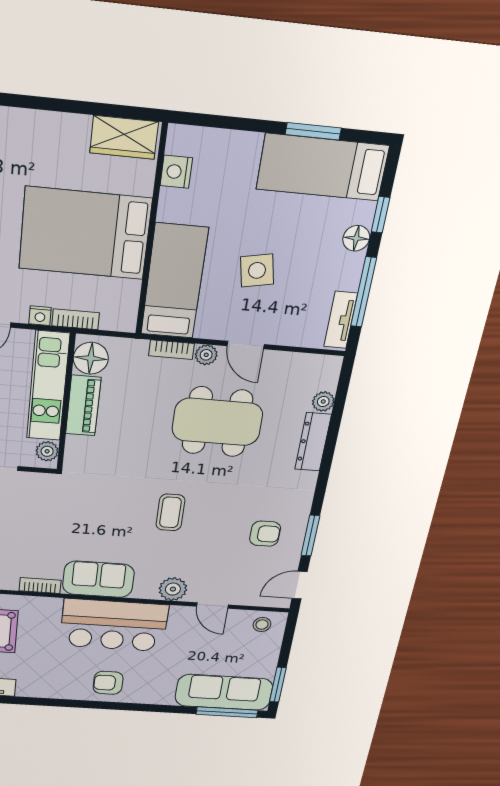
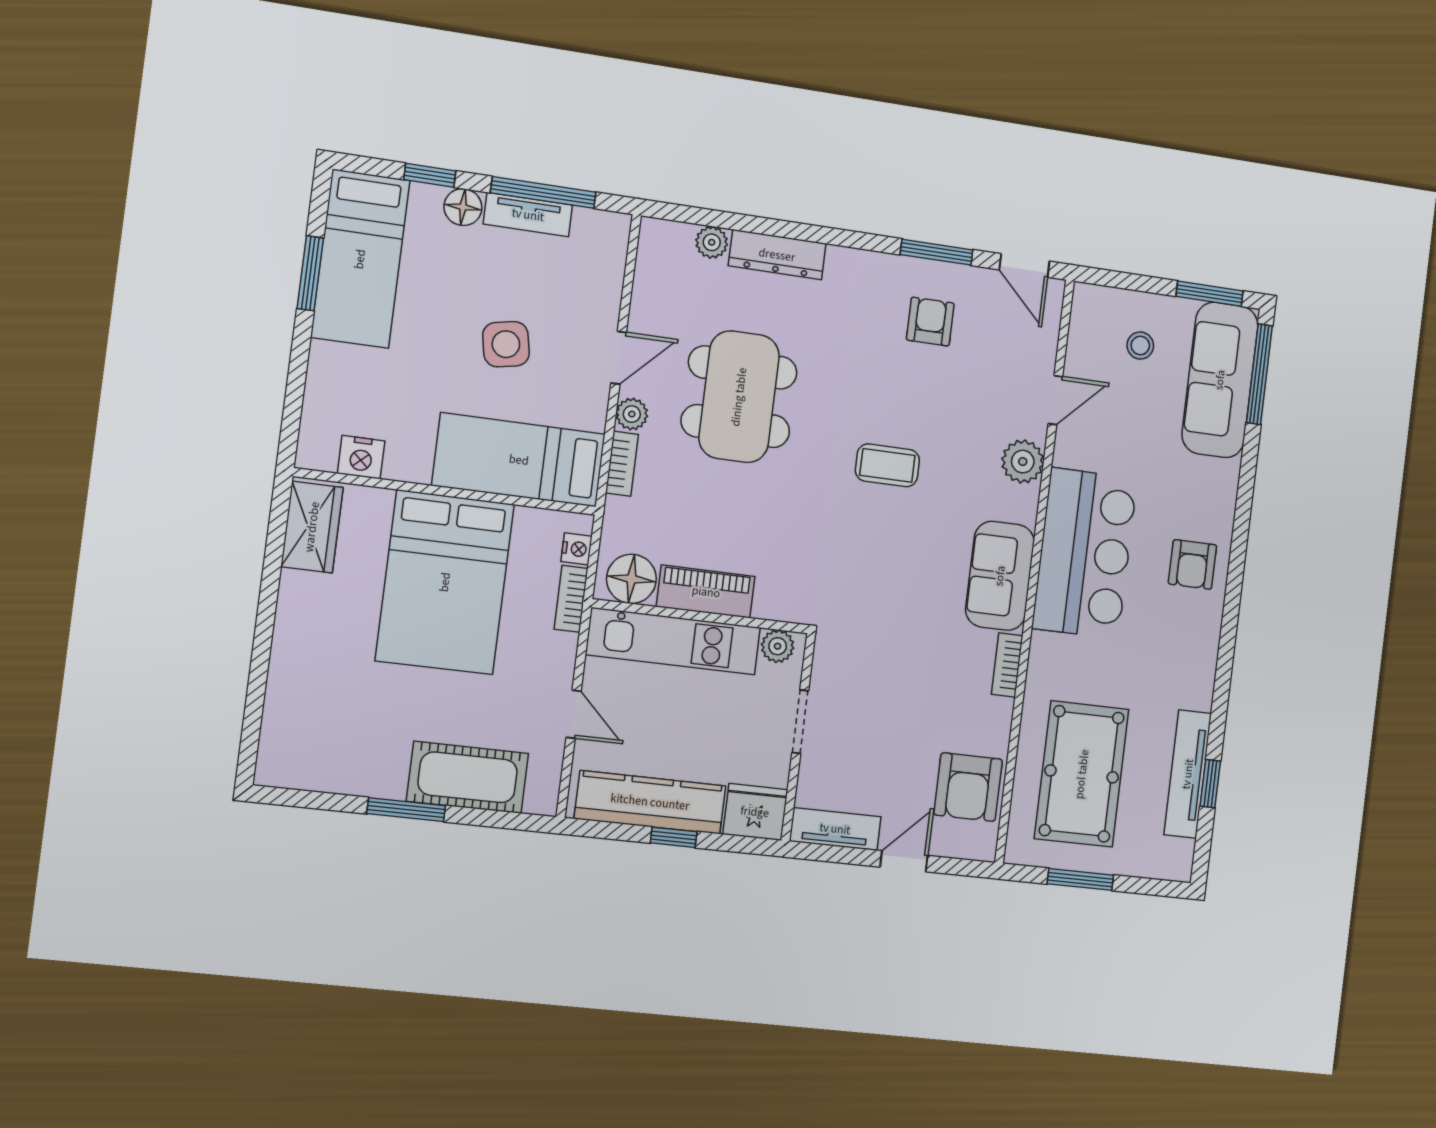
nightstand: (40, 316) -> (576, 549), moved
tv unit: (341, 320) -> (528, 215), moved
stool: (262, 625) -> (1140, 346), moved

